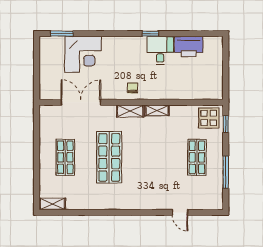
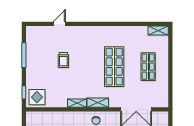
shop shelf: (197, 157) -> (46, 67), removed
trolley: (175, 166) -> (63, 60), added
door: (180, 212) -> (59, 24), hinge flipped

